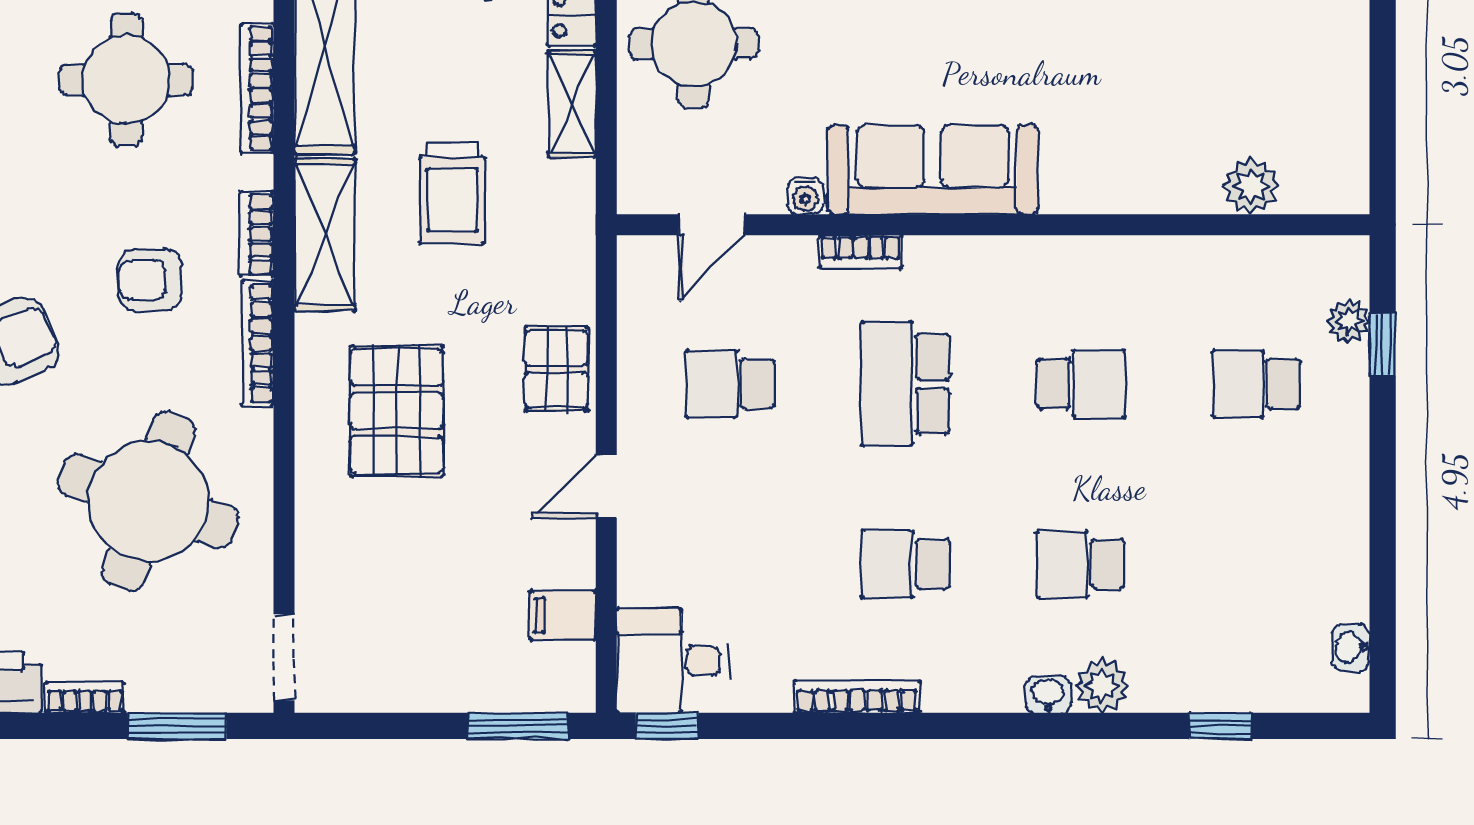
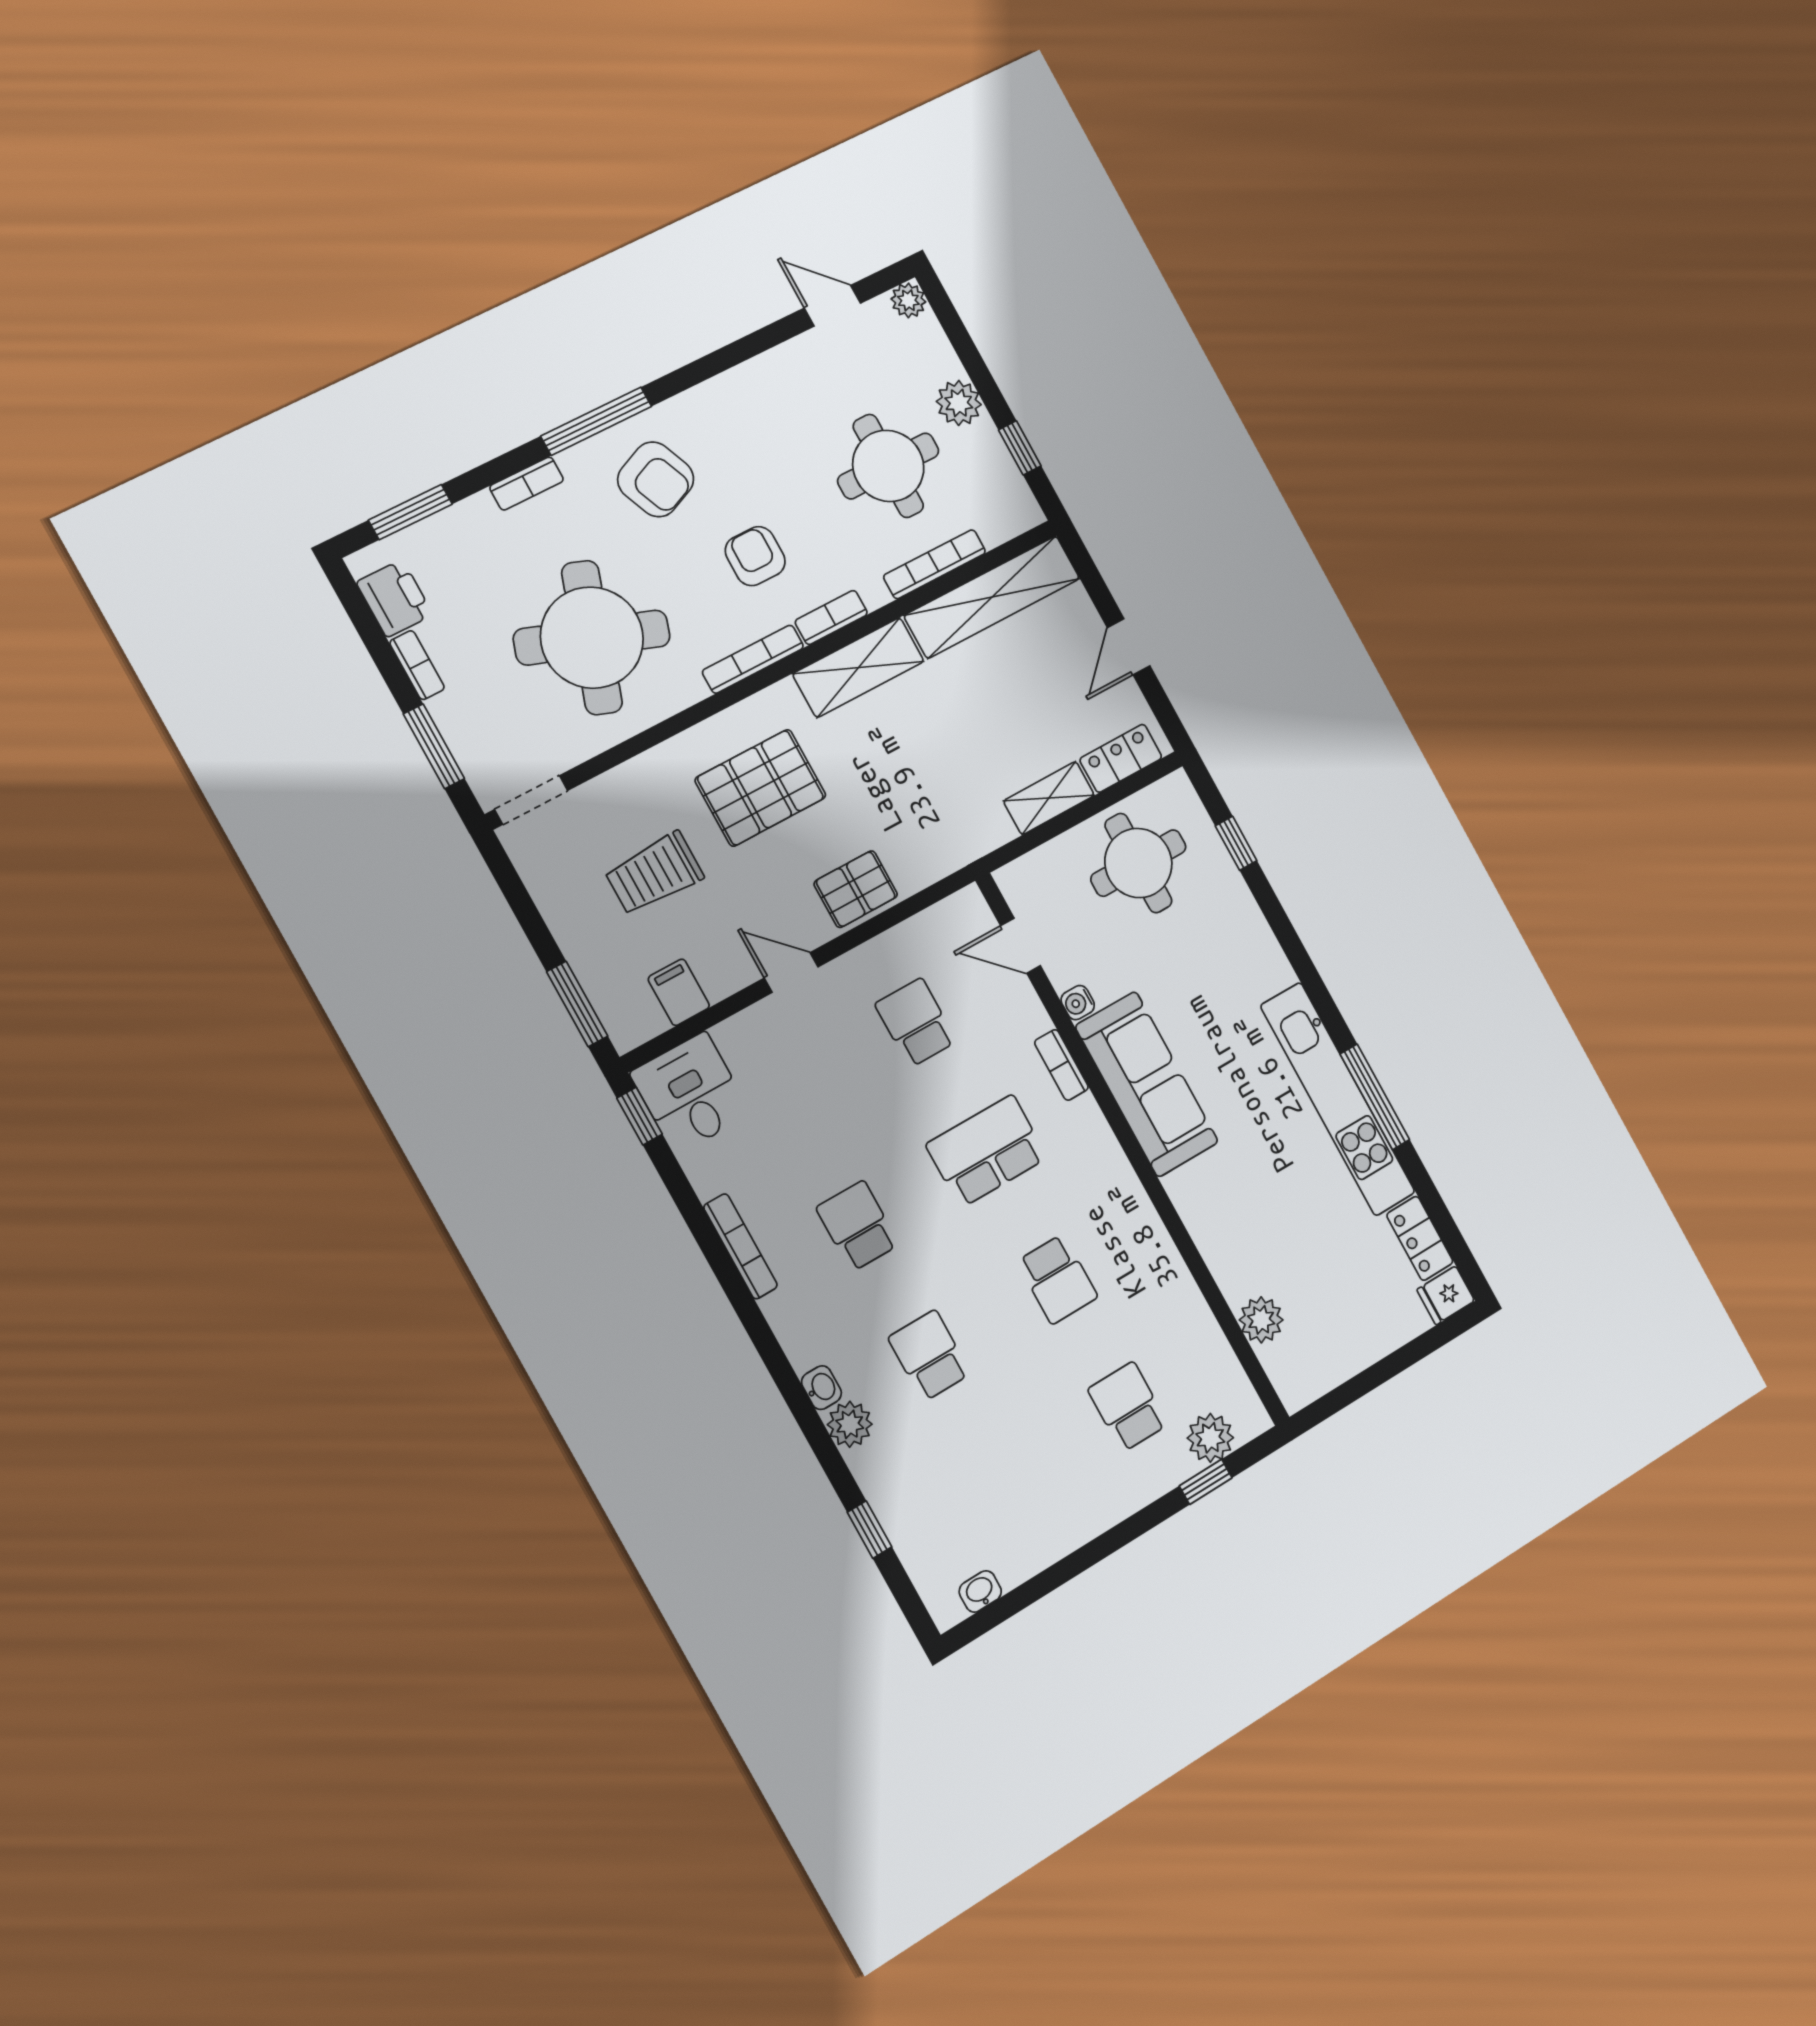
trolley: (452, 193) -> (654, 873), moved
plant: (1348, 321) -> (1210, 1438), width x1.38, depth x1.38

